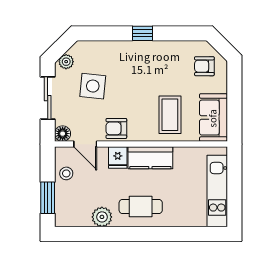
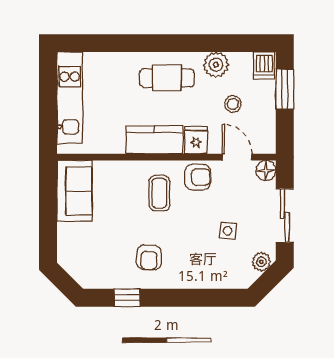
window: (142, 33) -> (127, 298), moved
armchair: (204, 66) -> (149, 257), moved, turned 92
side table: (93, 86) -> (228, 231), width x0.54, depth x0.54
coffee table: (170, 115) -> (159, 193), moved, width x0.73, depth x0.77
stool: (66, 173) -> (233, 104), moved
dishwasher: (64, 216) -> (264, 65), added

